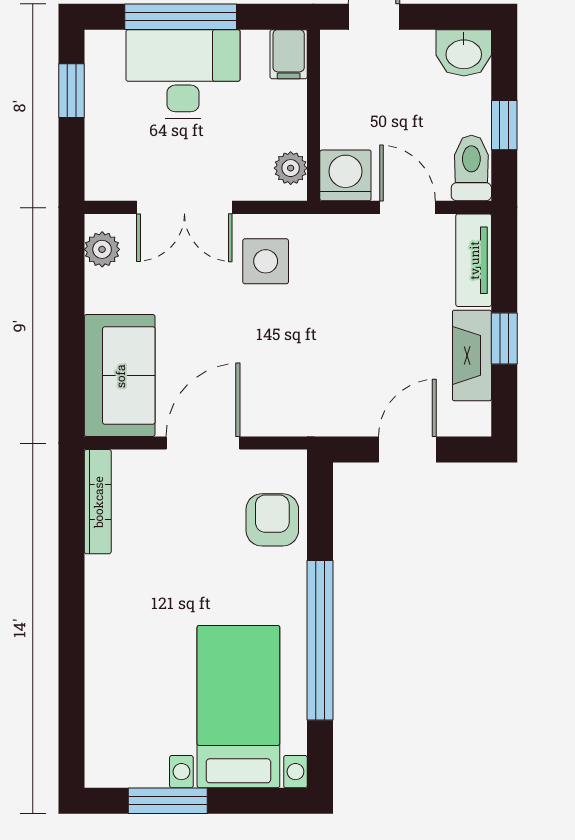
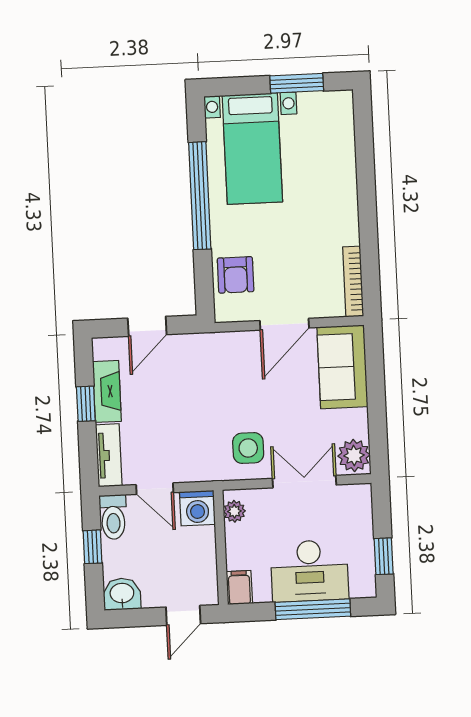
plant: (102, 249) -> (354, 455), width x1.38, depth x1.38

